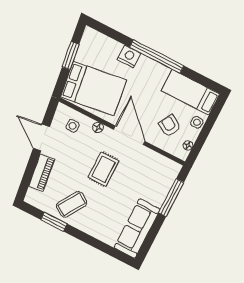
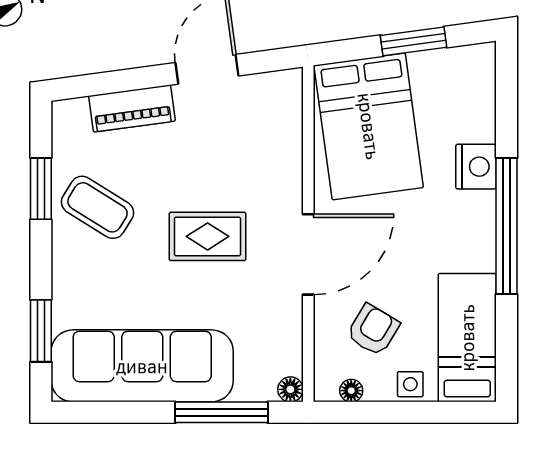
side table: (73, 126) -> (266, 123), removed
floor lamp: (98, 127) -> (290, 389), moved
sofa: (137, 228) -> (142, 366), width x1.36, depth x1.27
window: (106, 249) -> (41, 331), added

